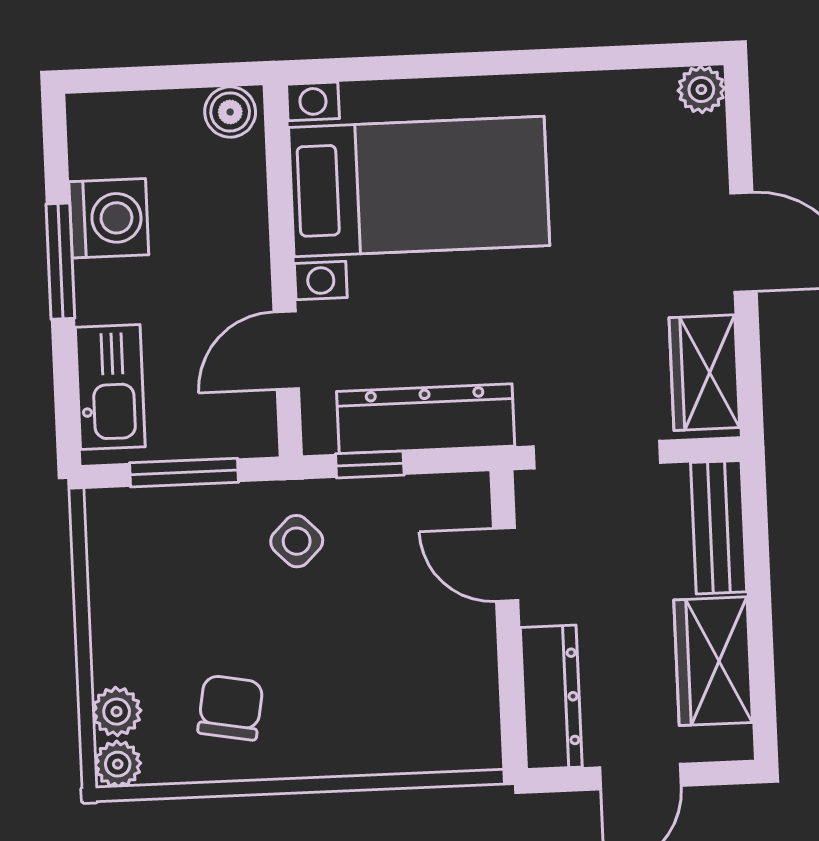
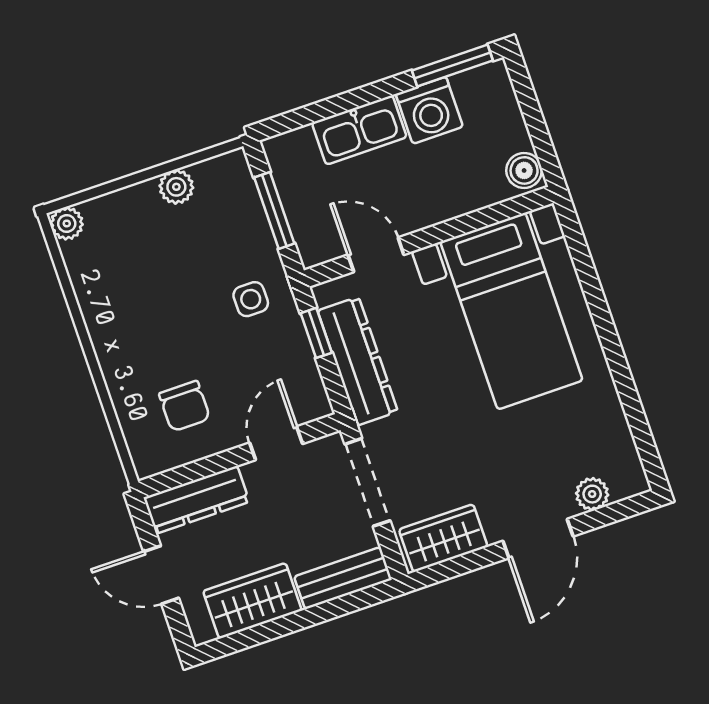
plant: (701, 90) -> (592, 494), moved
window: (60, 261) -> (452, 65), moved
kitchen sink: (110, 387) -> (359, 130), moved
side table: (297, 541) -> (251, 299), turned 45
chair: (230, 708) -> (185, 406), moved, turned 80
plant: (117, 712) -> (176, 187), moved

